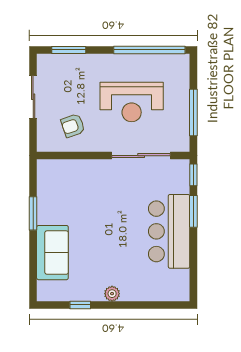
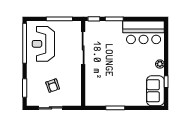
reception desk: (132, 102) -> (43, 44), moved, turned 180
armchair: (73, 126) -> (53, 86), moved
bar counter: (169, 231) -> (144, 32), moved
sofa: (52, 253) -> (155, 91), moved, turned -90

